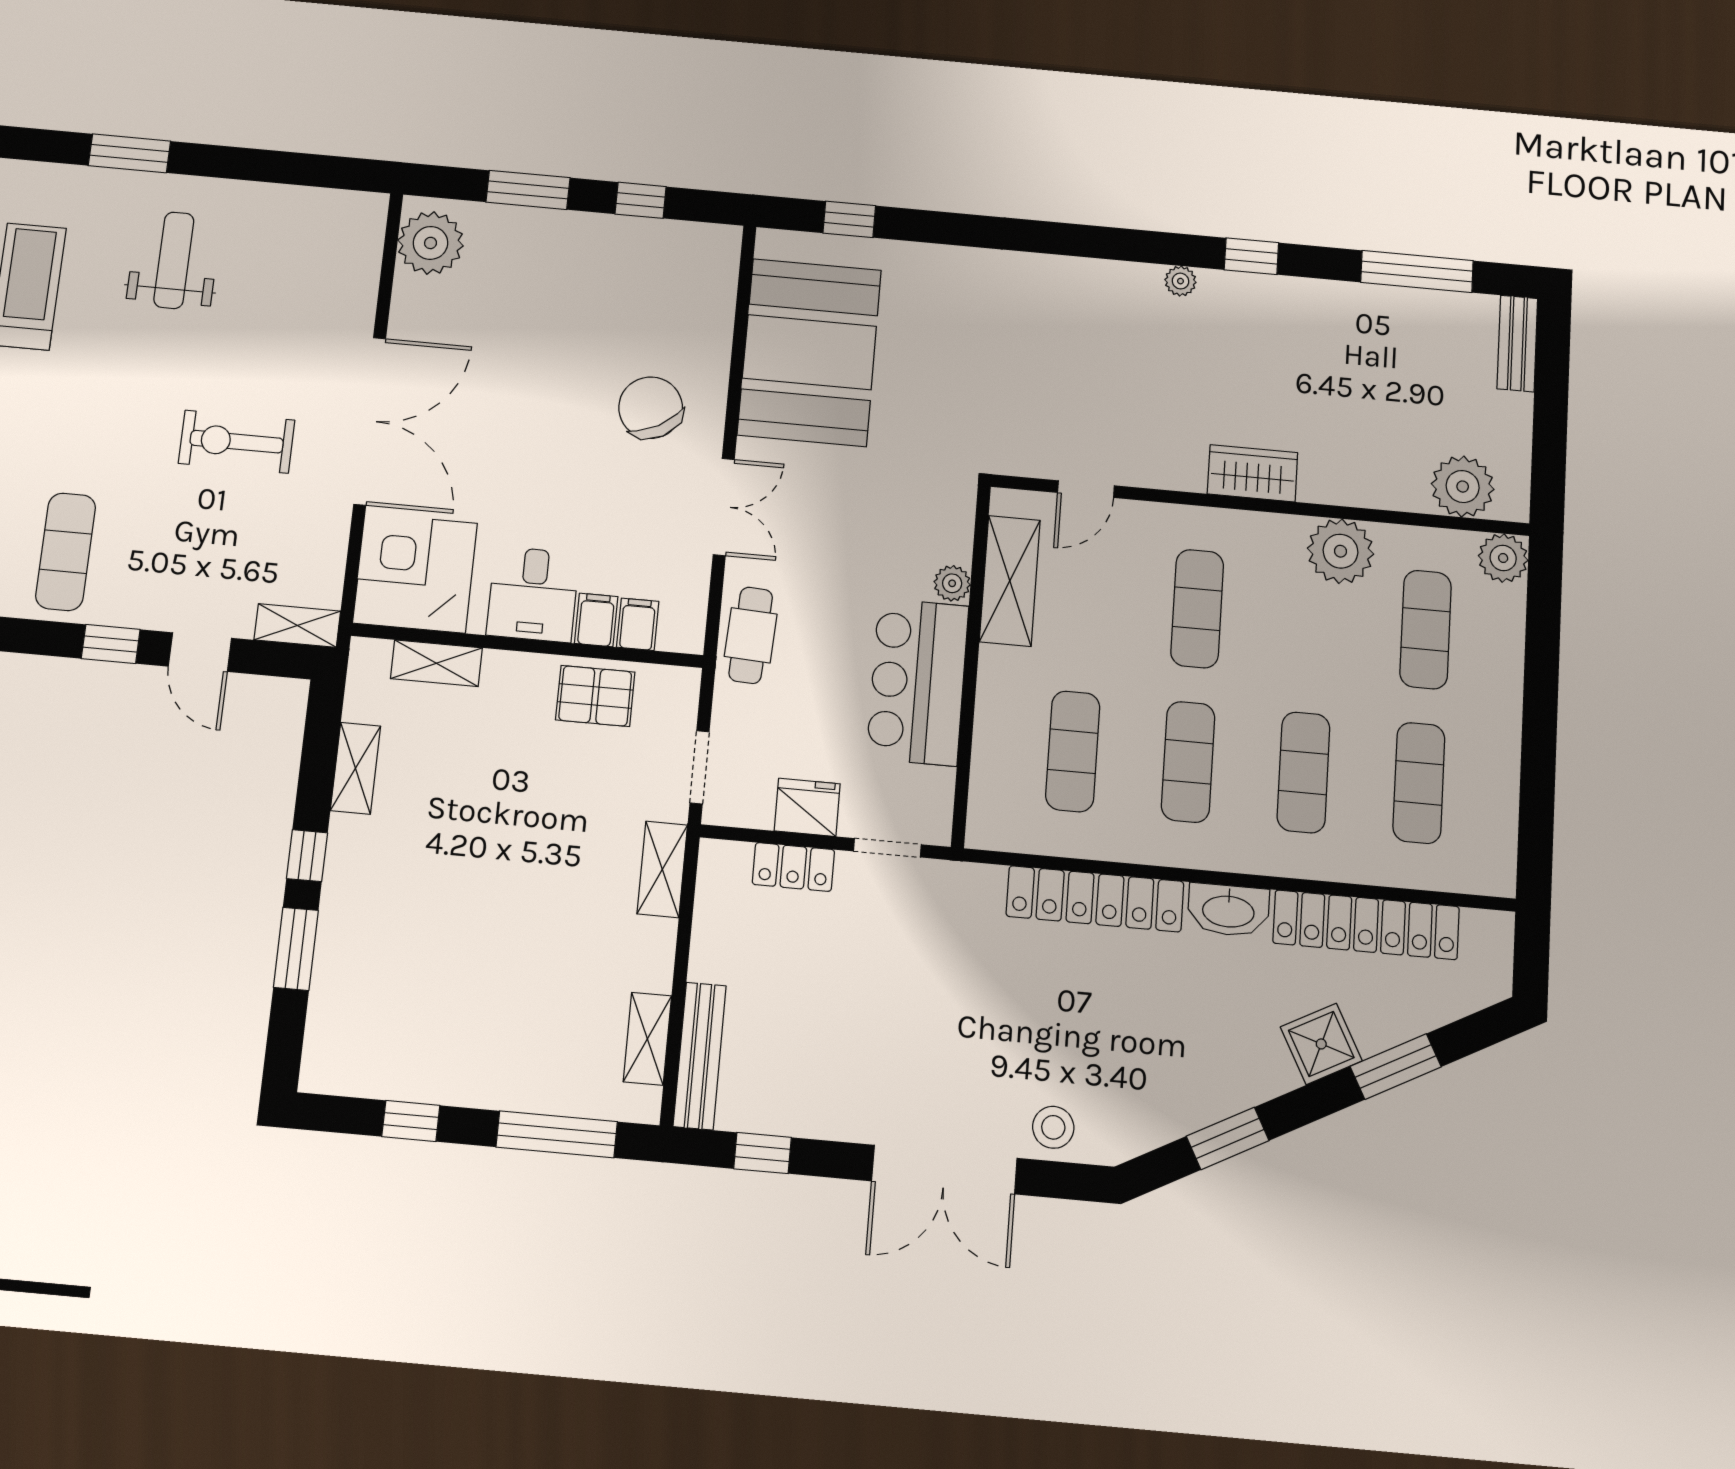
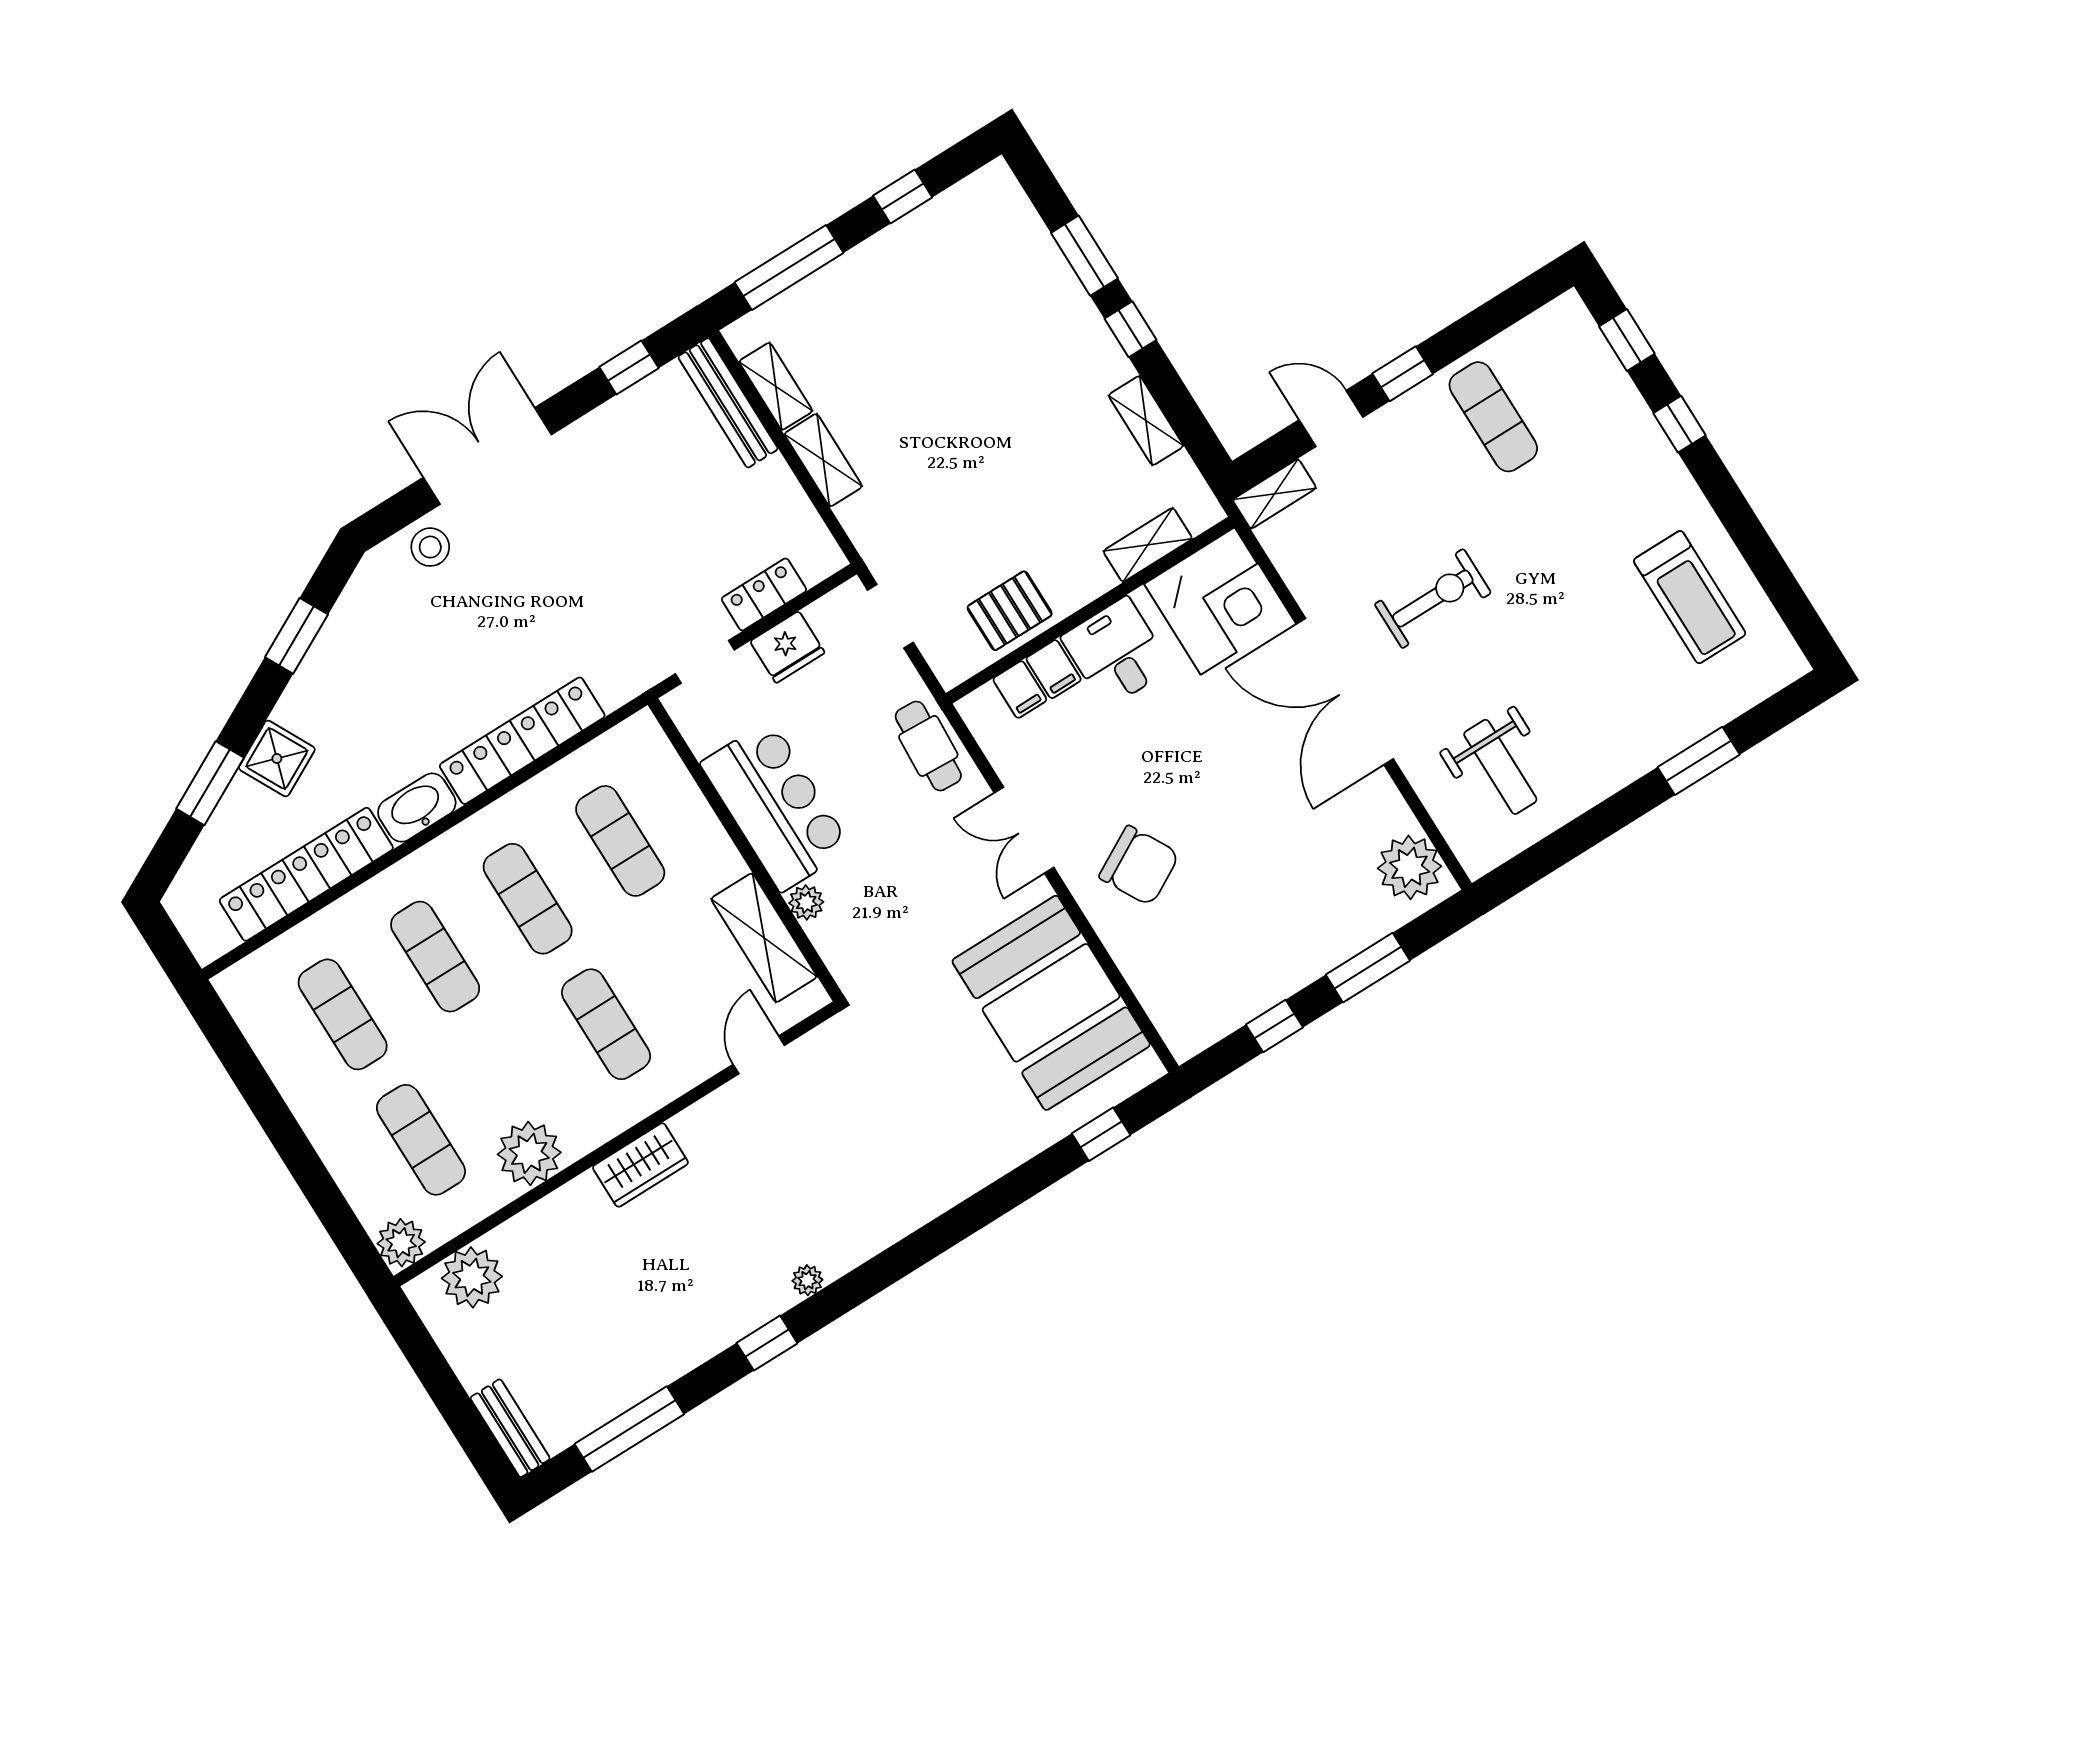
weight bench: (174, 260) -> (1500, 767), moved
shelving: (662, 869) -> (823, 460), moved

